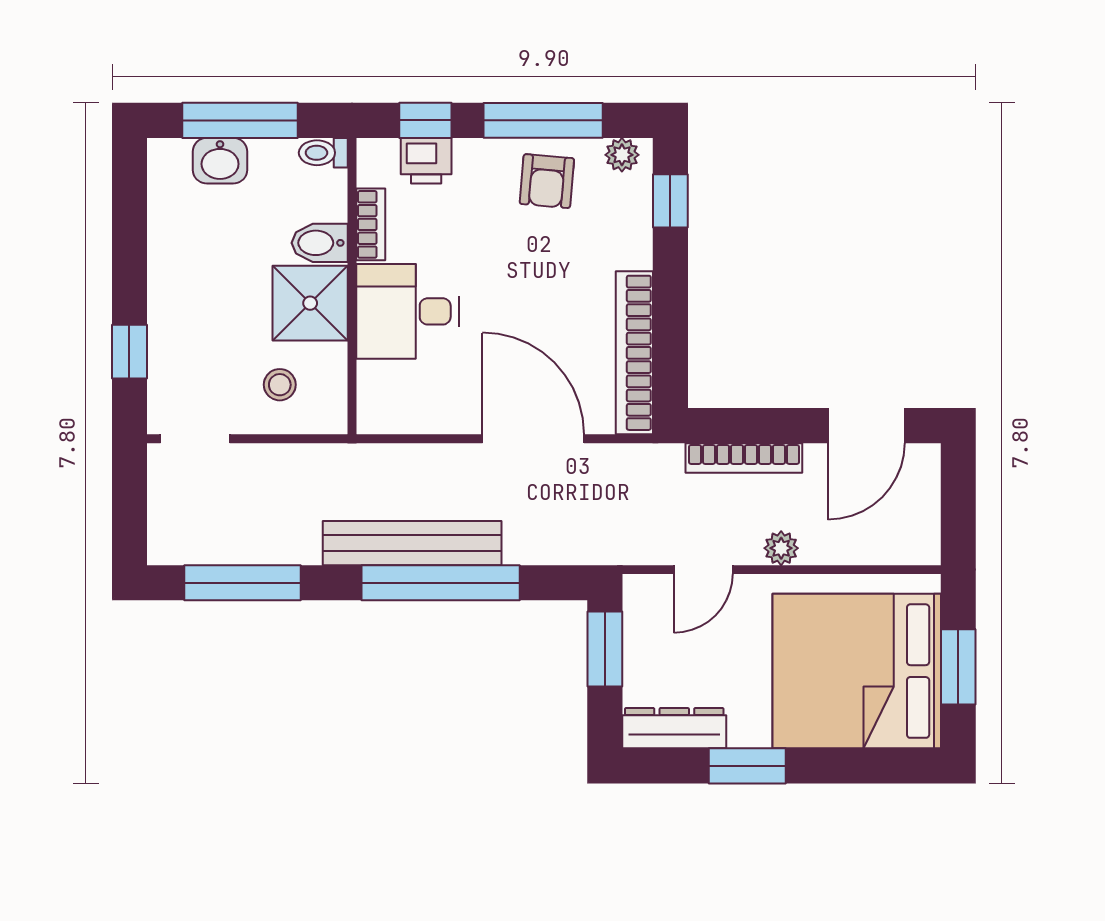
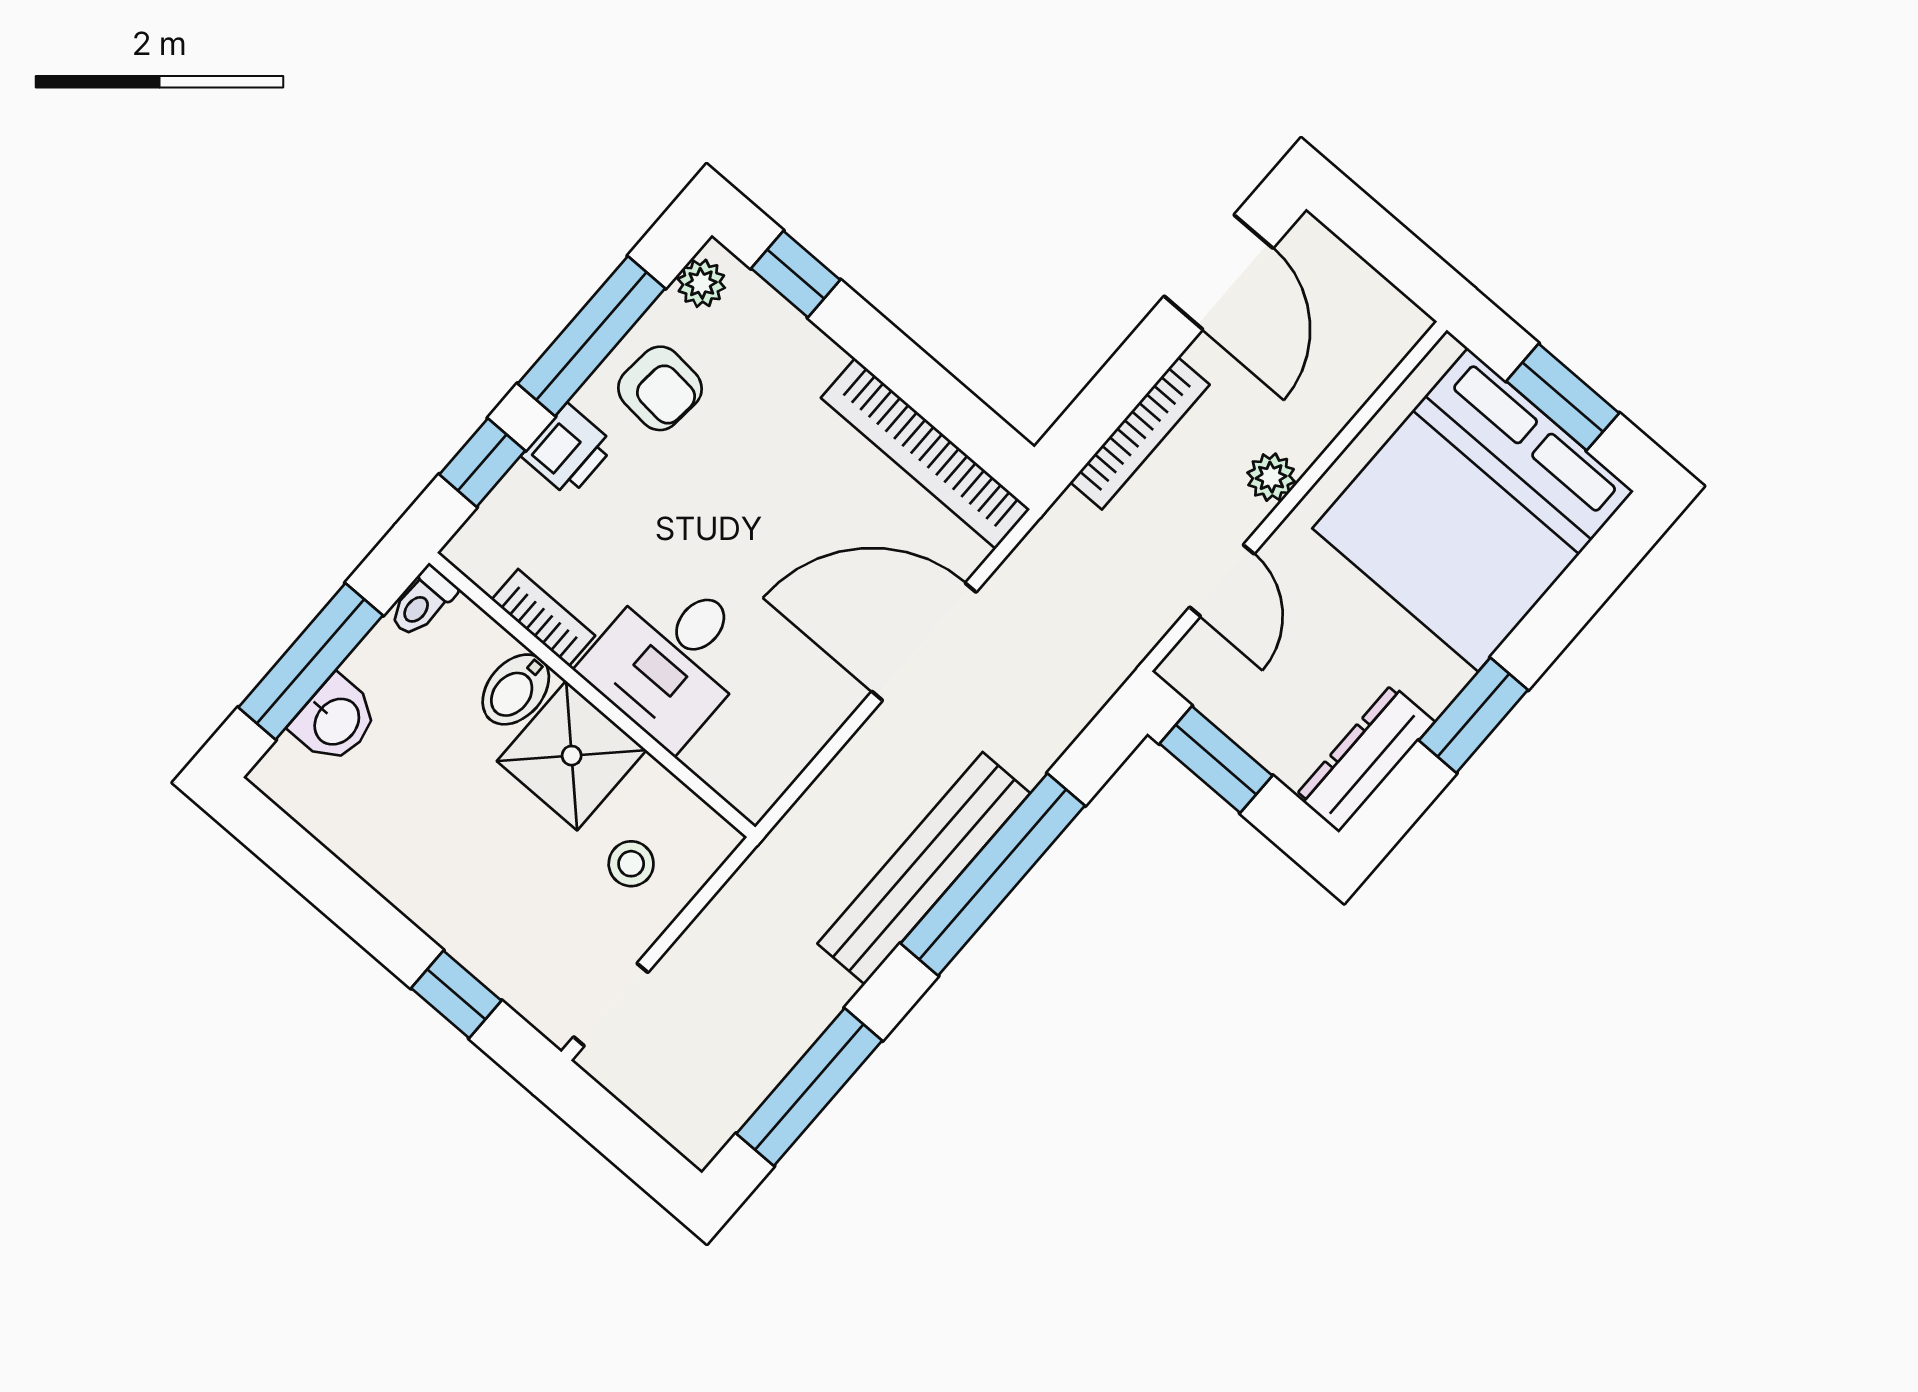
printer: (426, 161) -> (568, 450), moved

